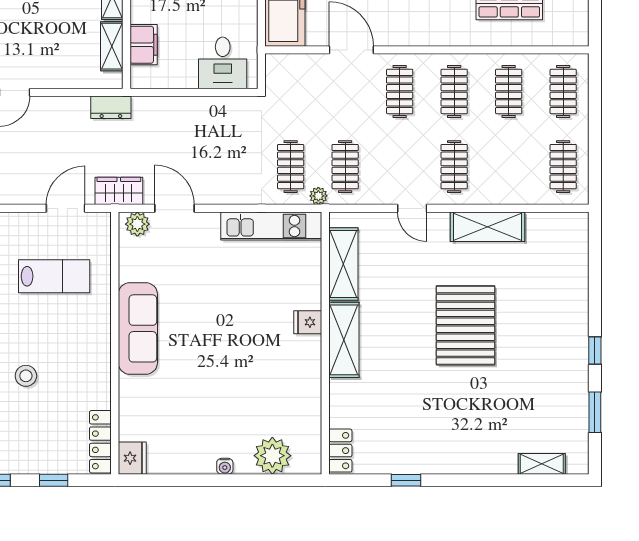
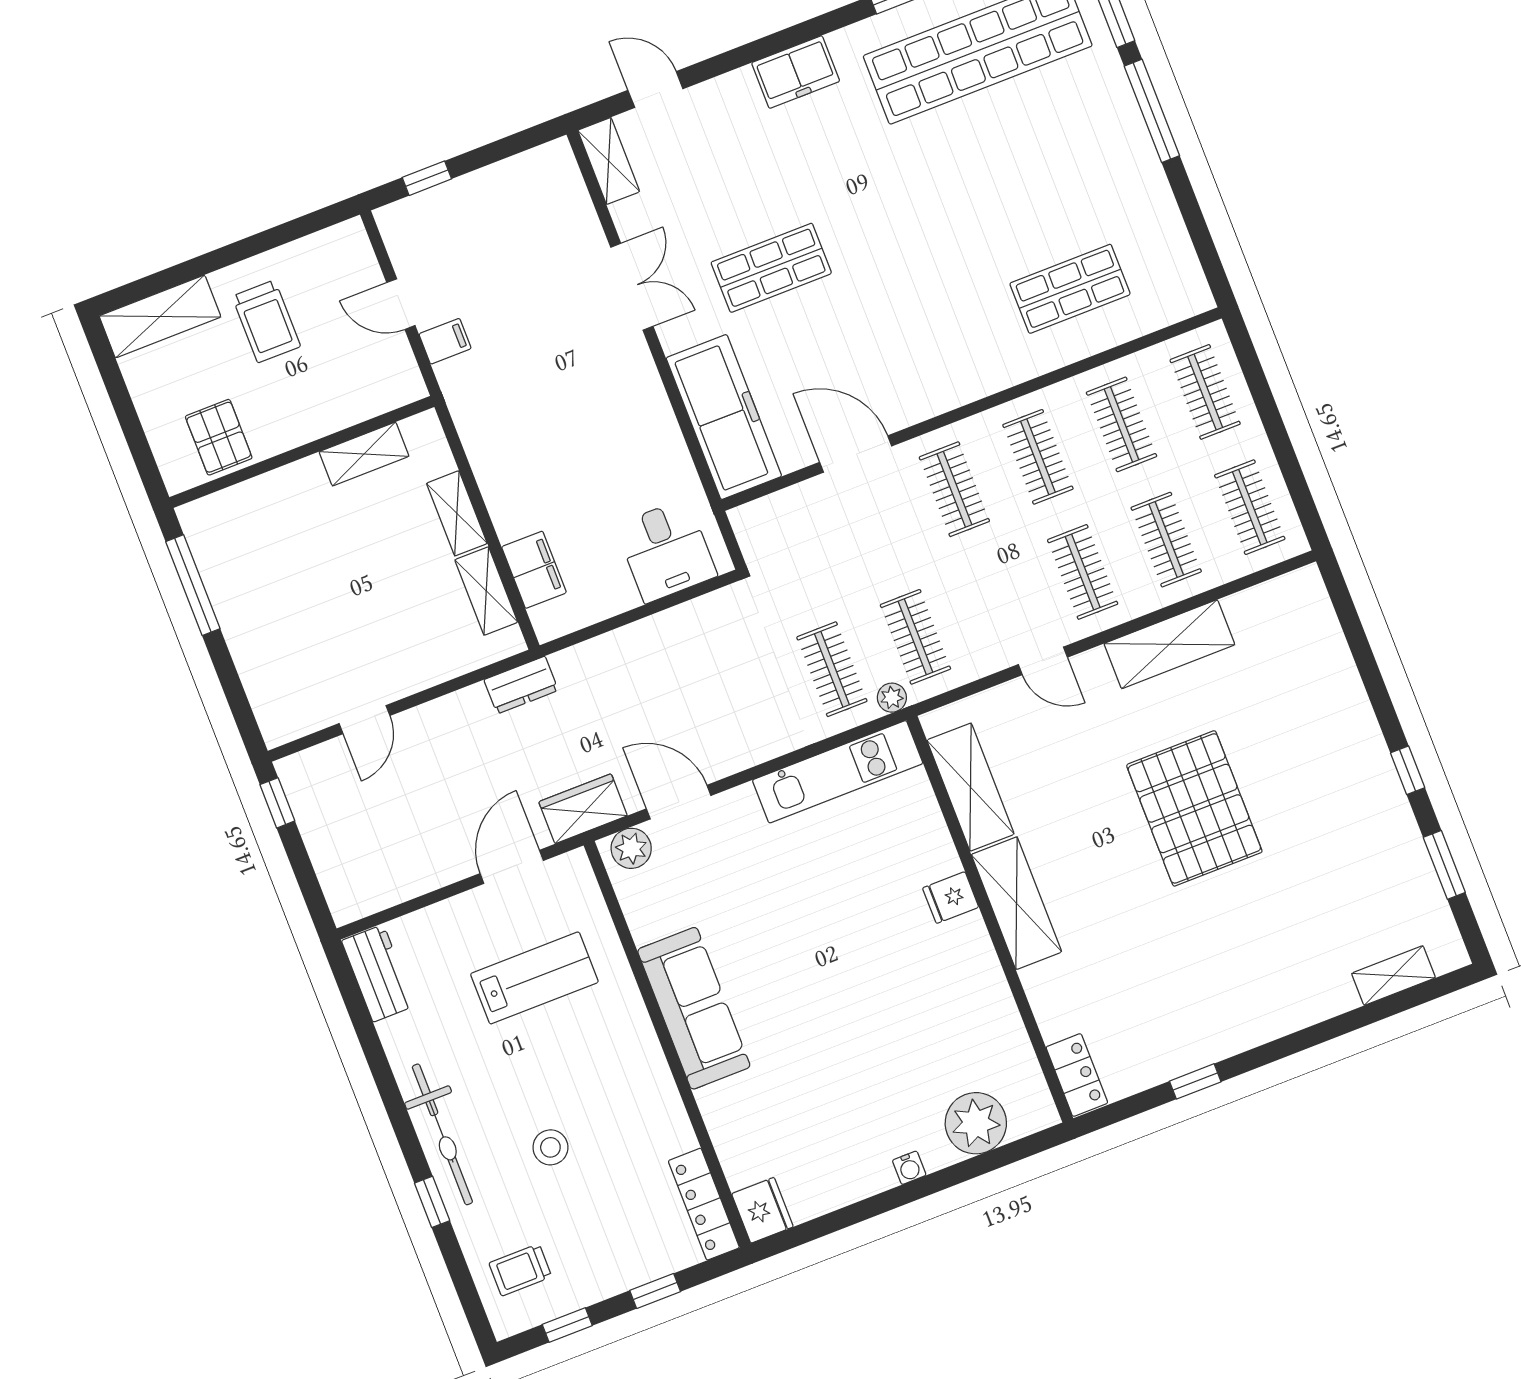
clothes rail: (509, 167) -> (1166, 540), added

